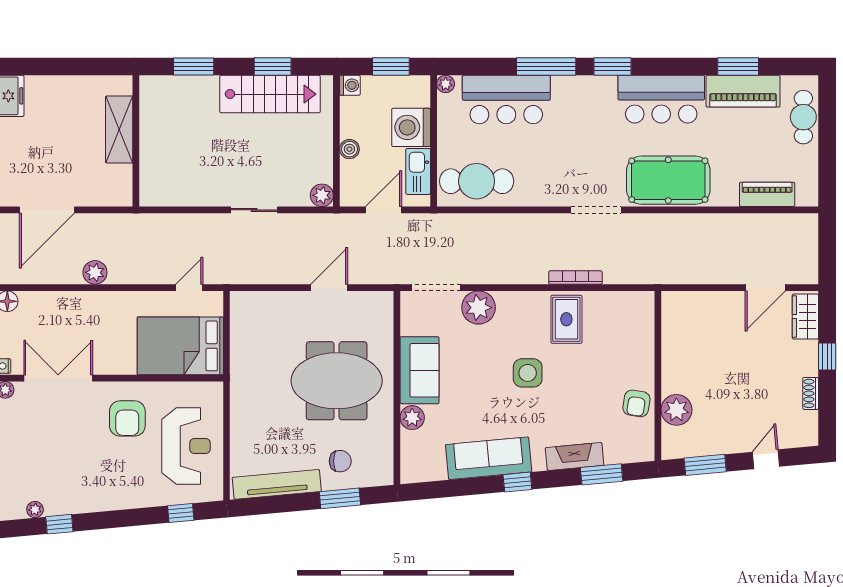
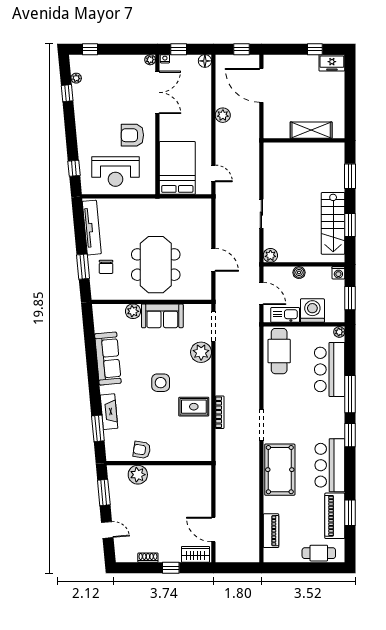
window: (517, 482) -> (93, 376), removed

